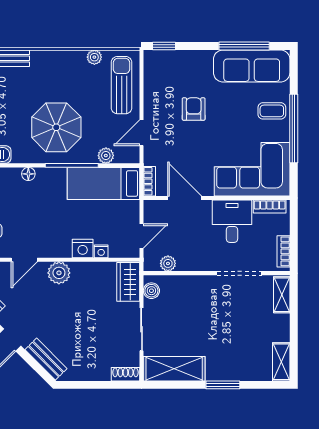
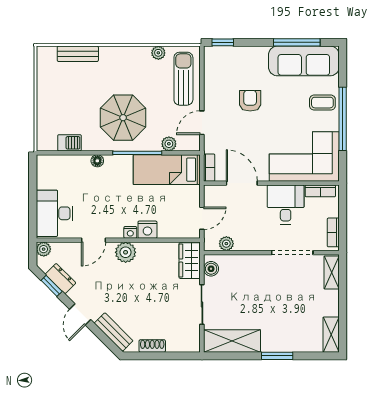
nightstand: (101, 251) -> (130, 232), moved
shoe rack: (126, 374) -> (152, 346), moved

